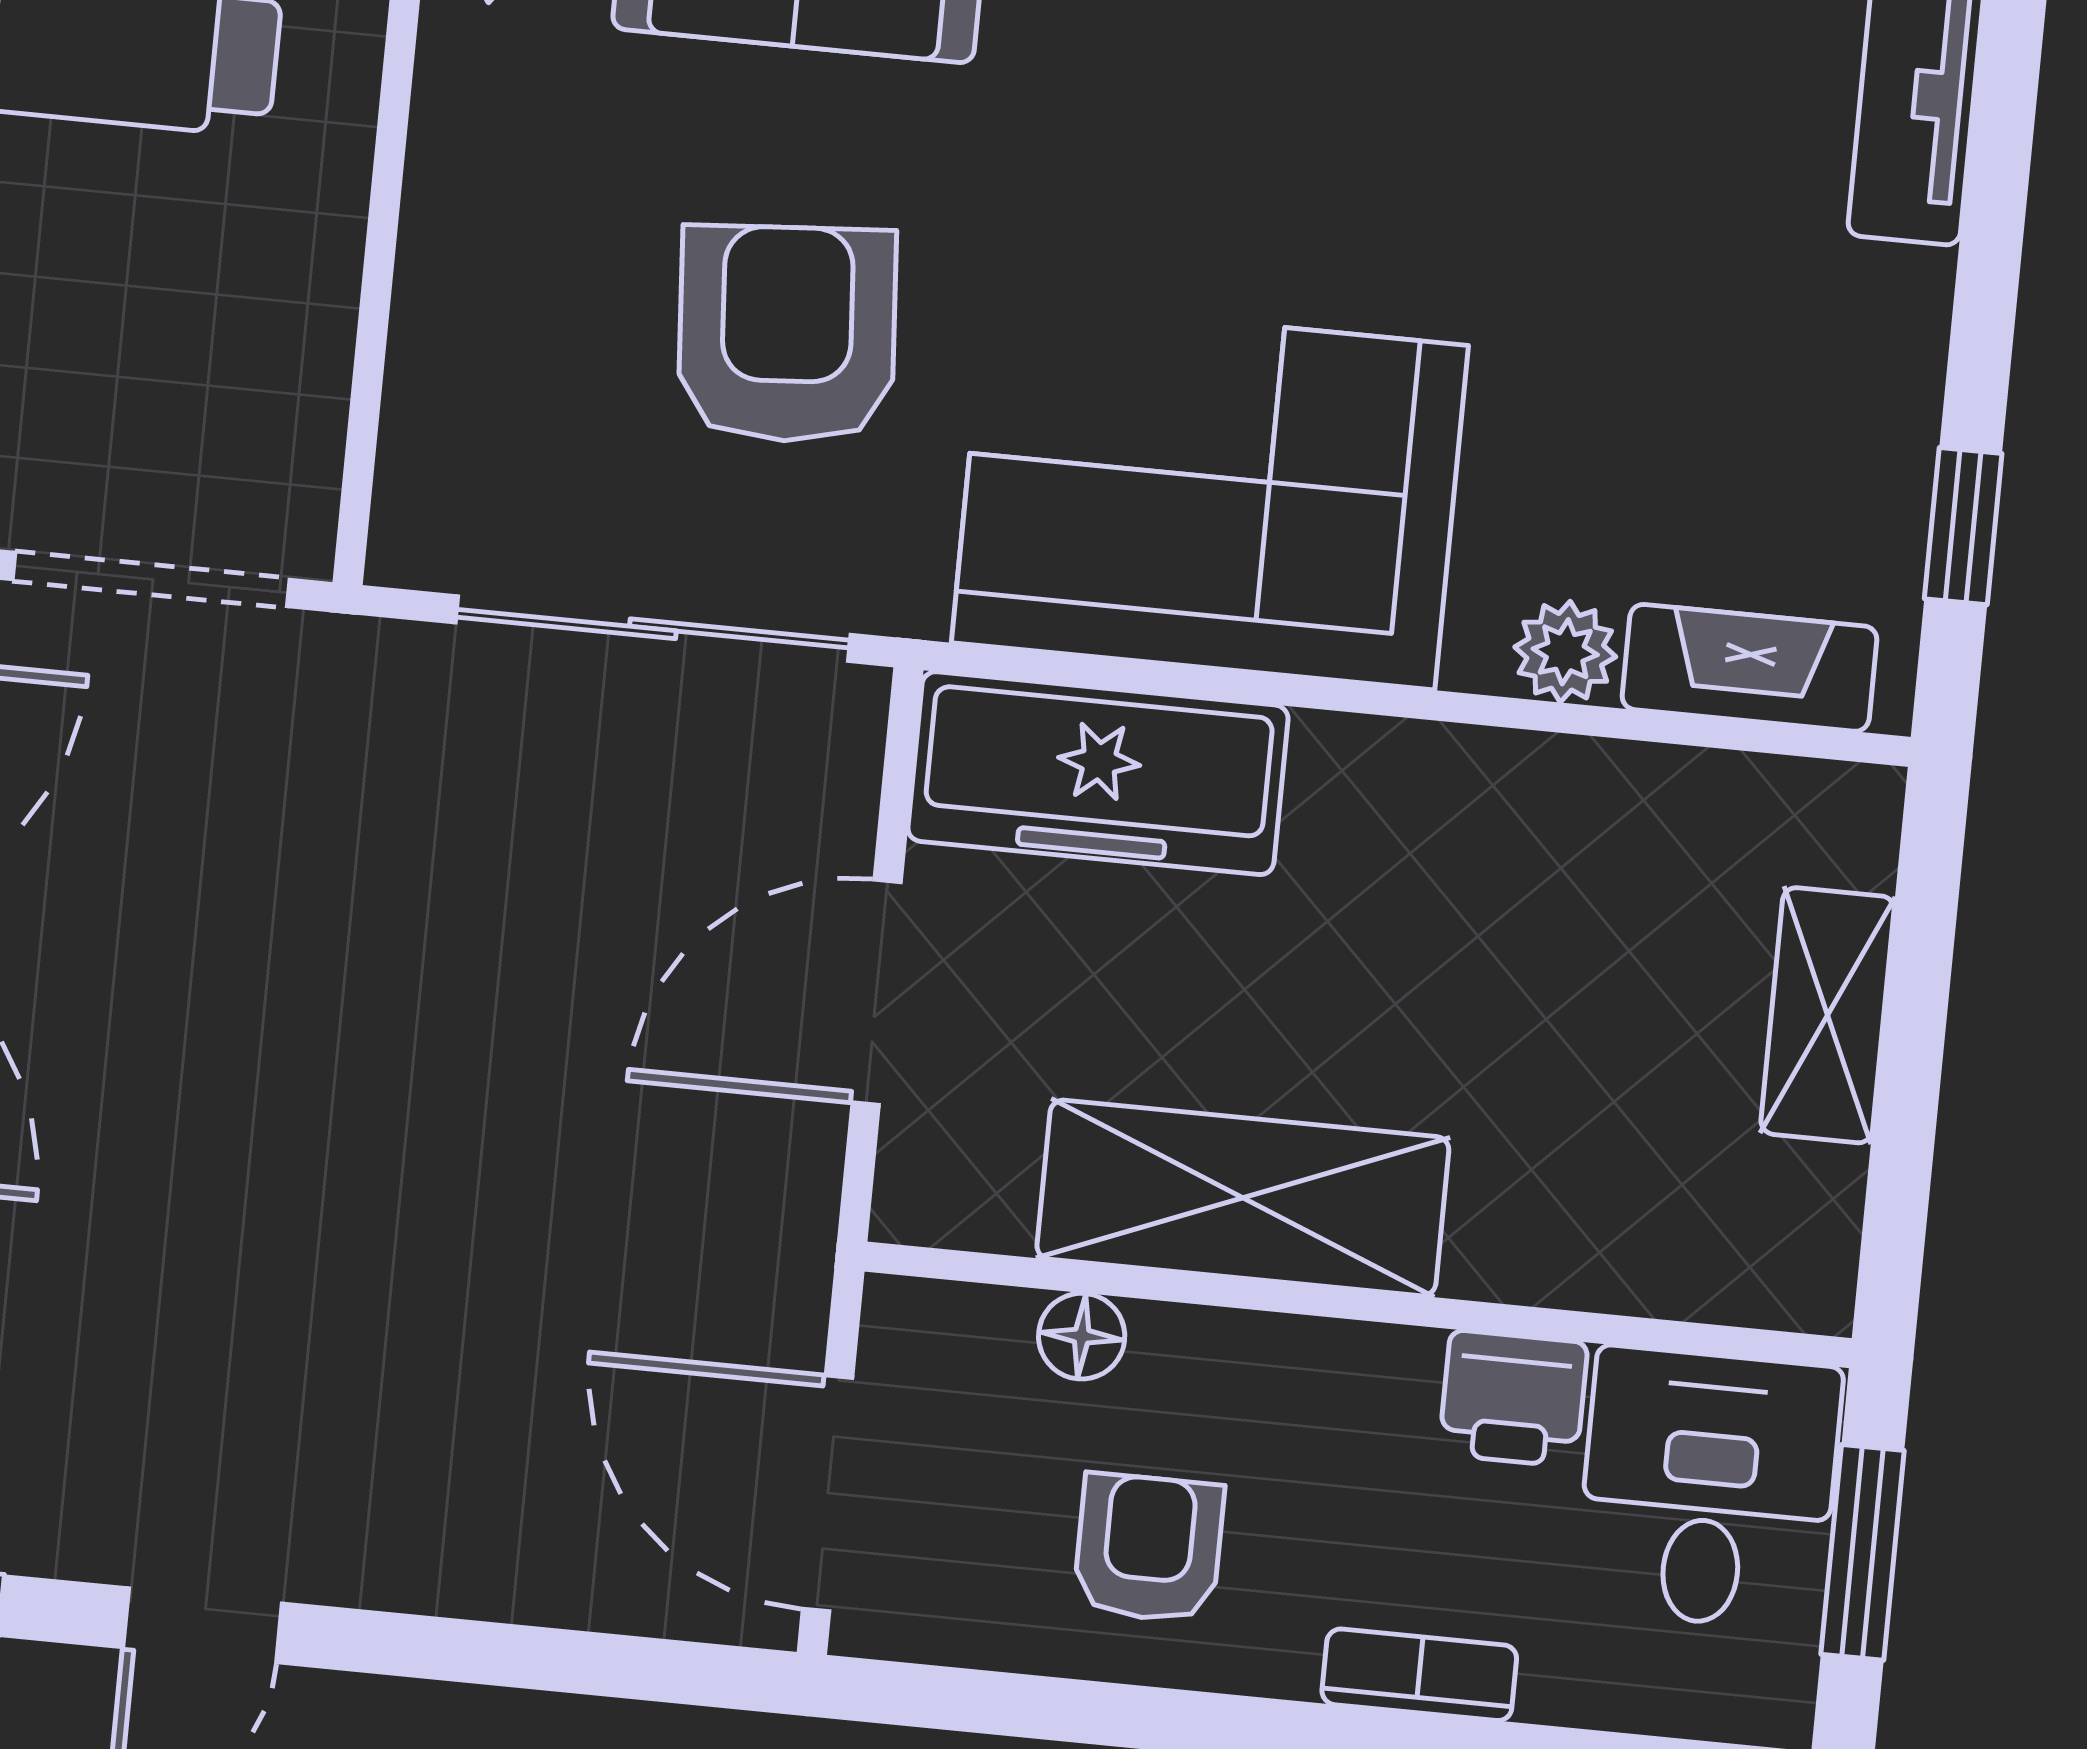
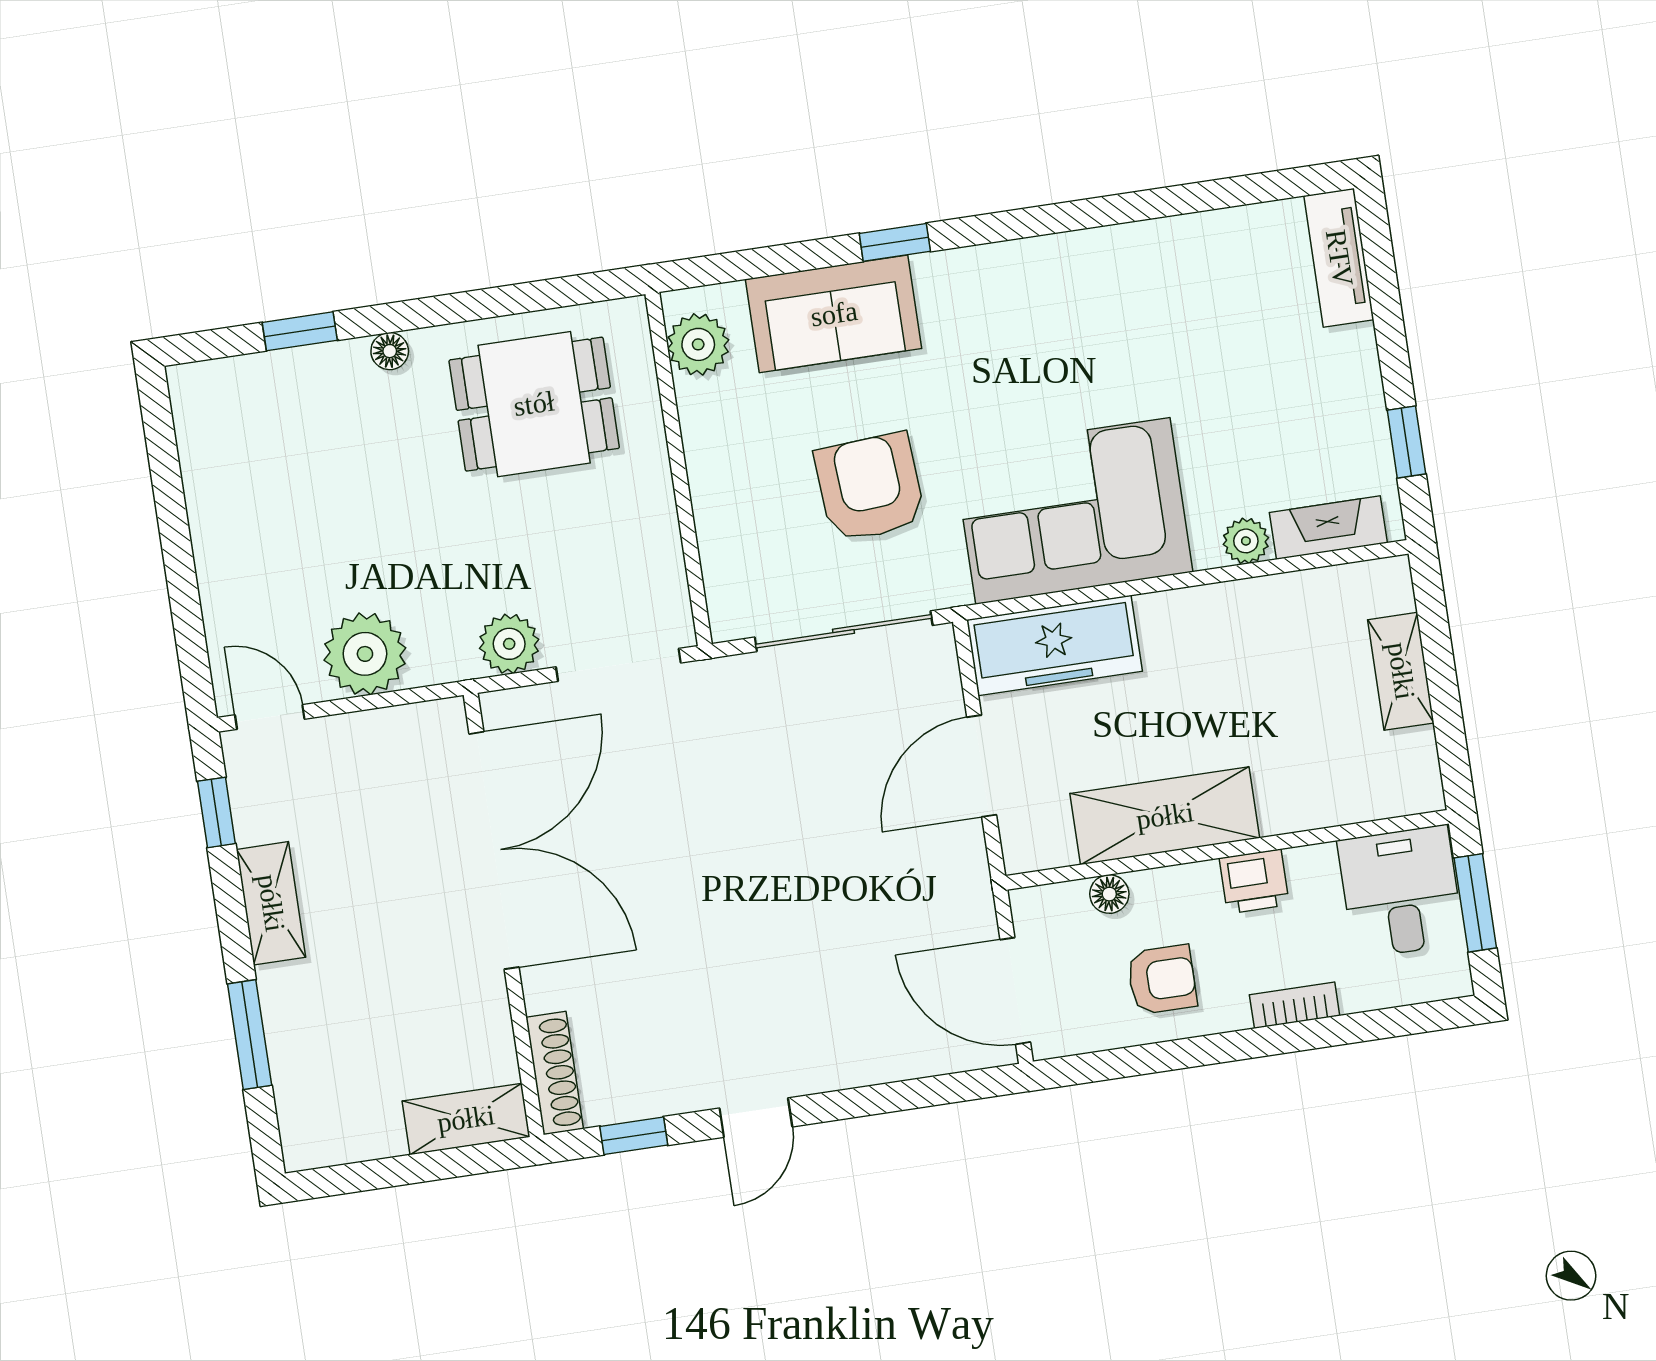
printer: (1513, 1398) -> (1254, 881), moved
armchair: (1149, 1548) -> (1162, 980), turned 90

